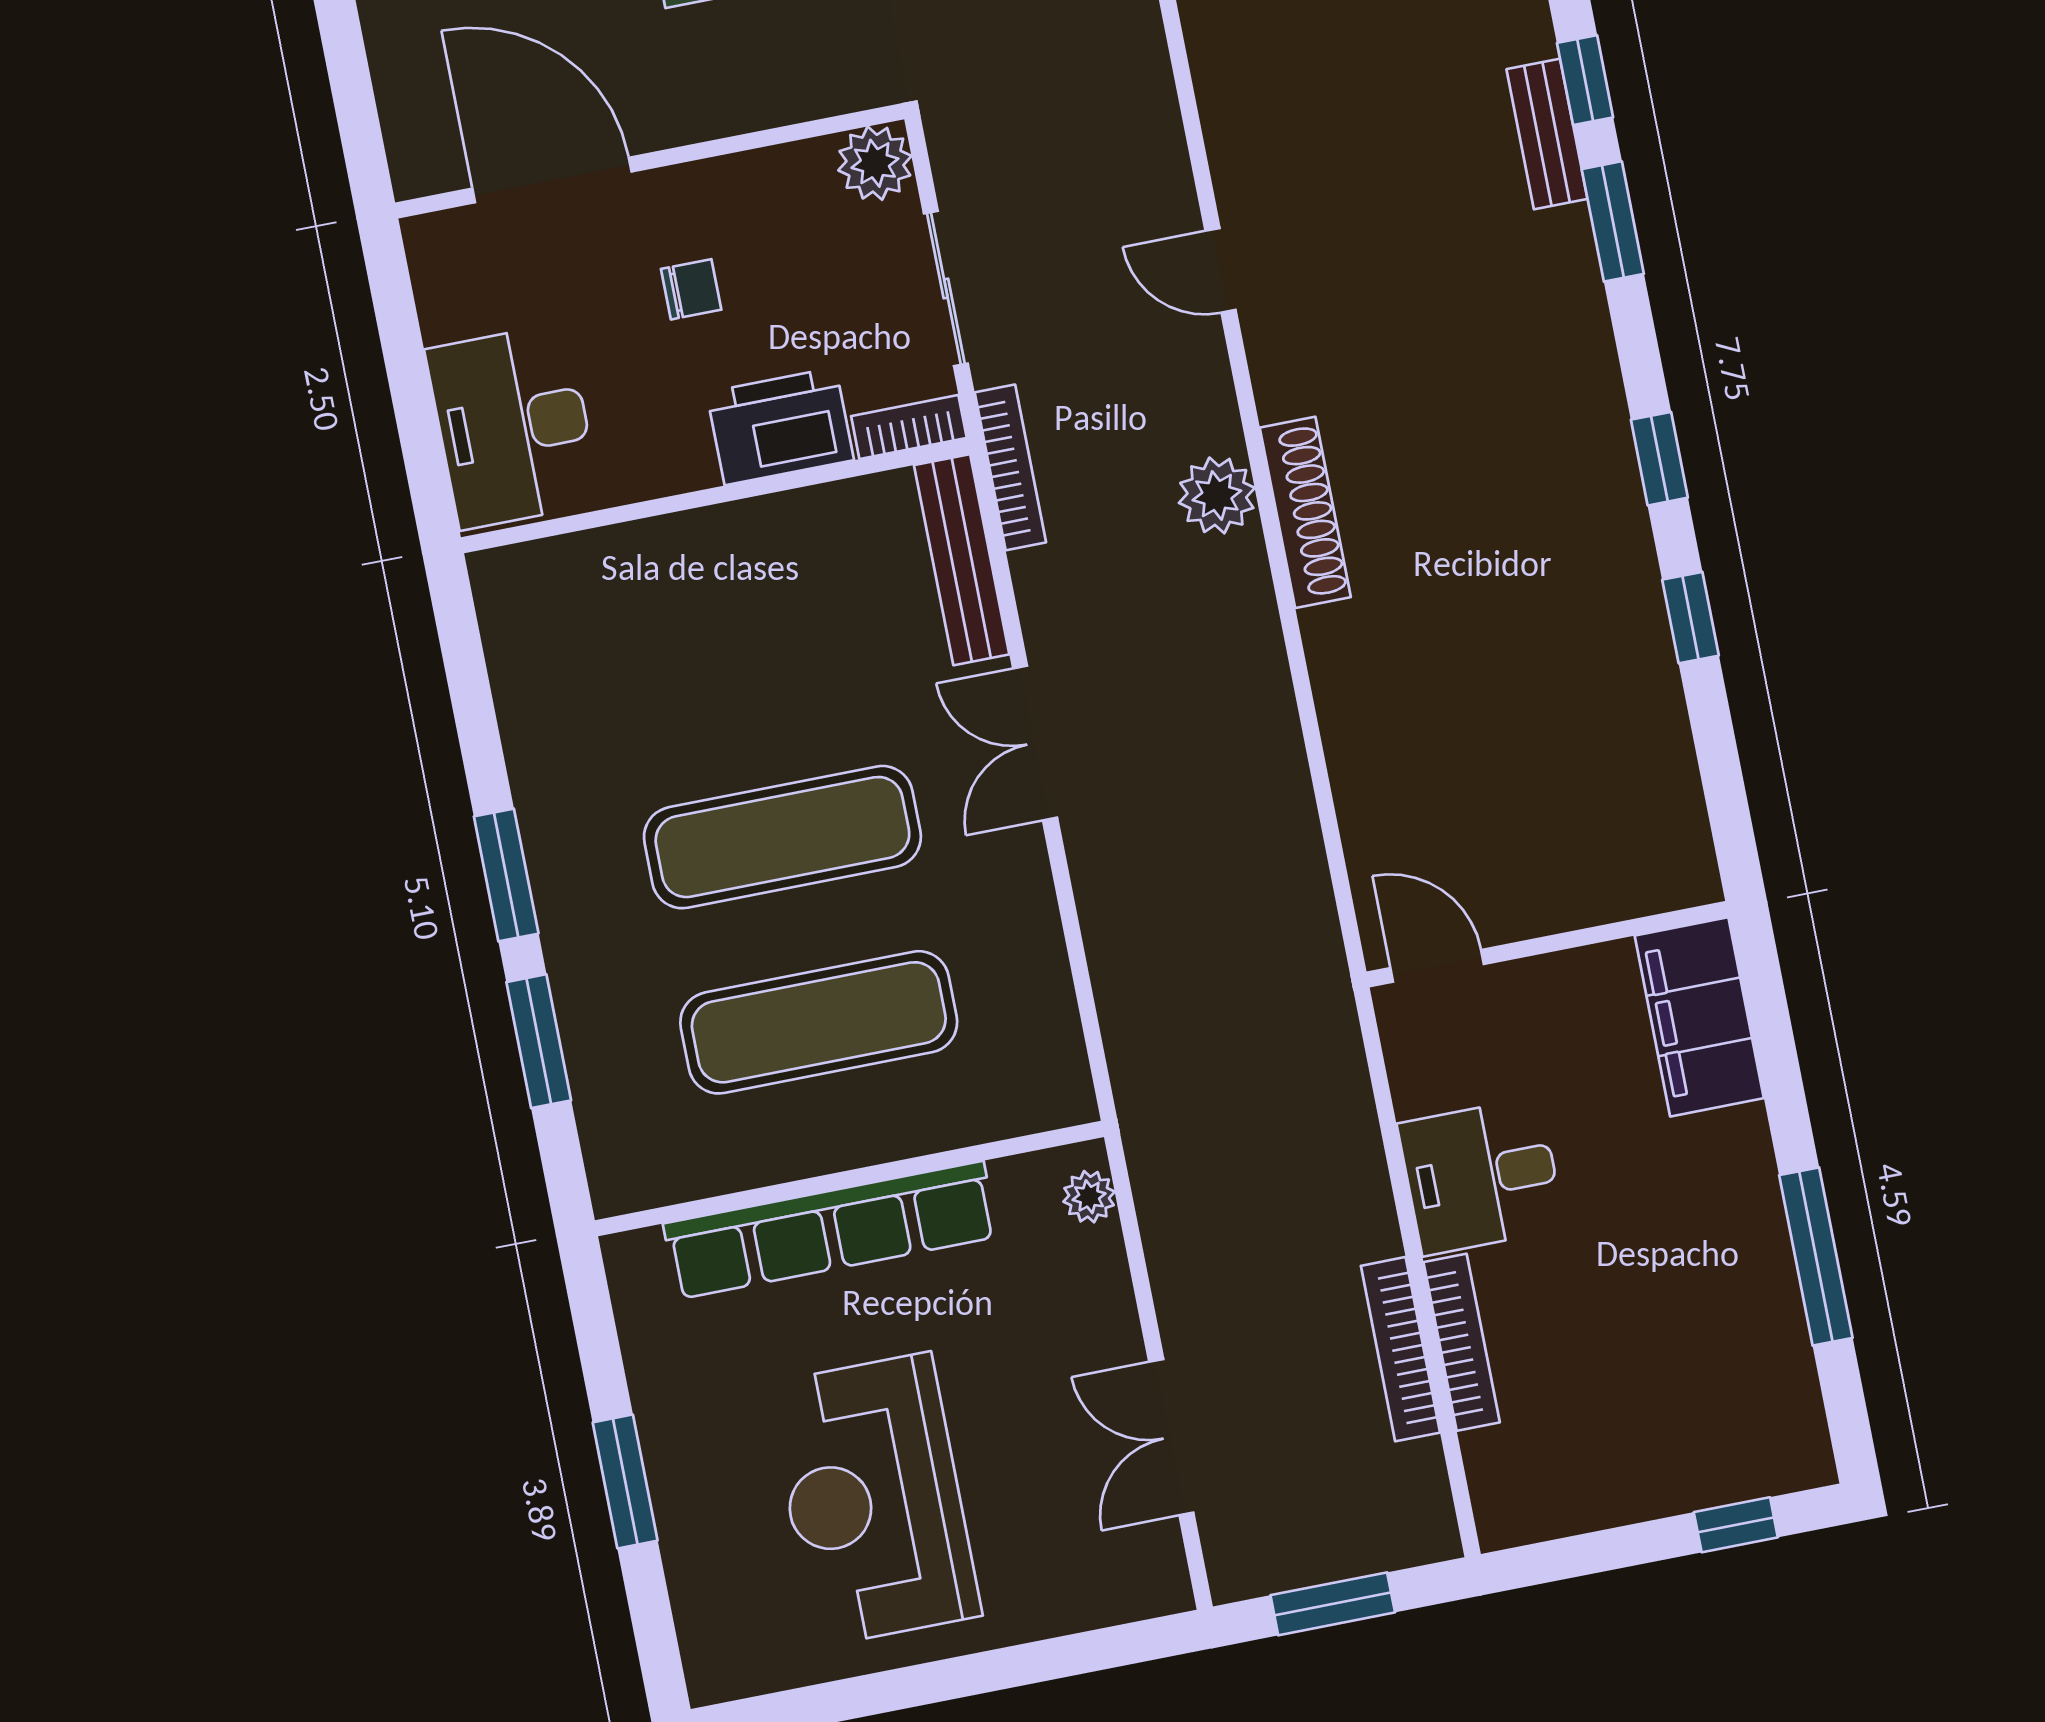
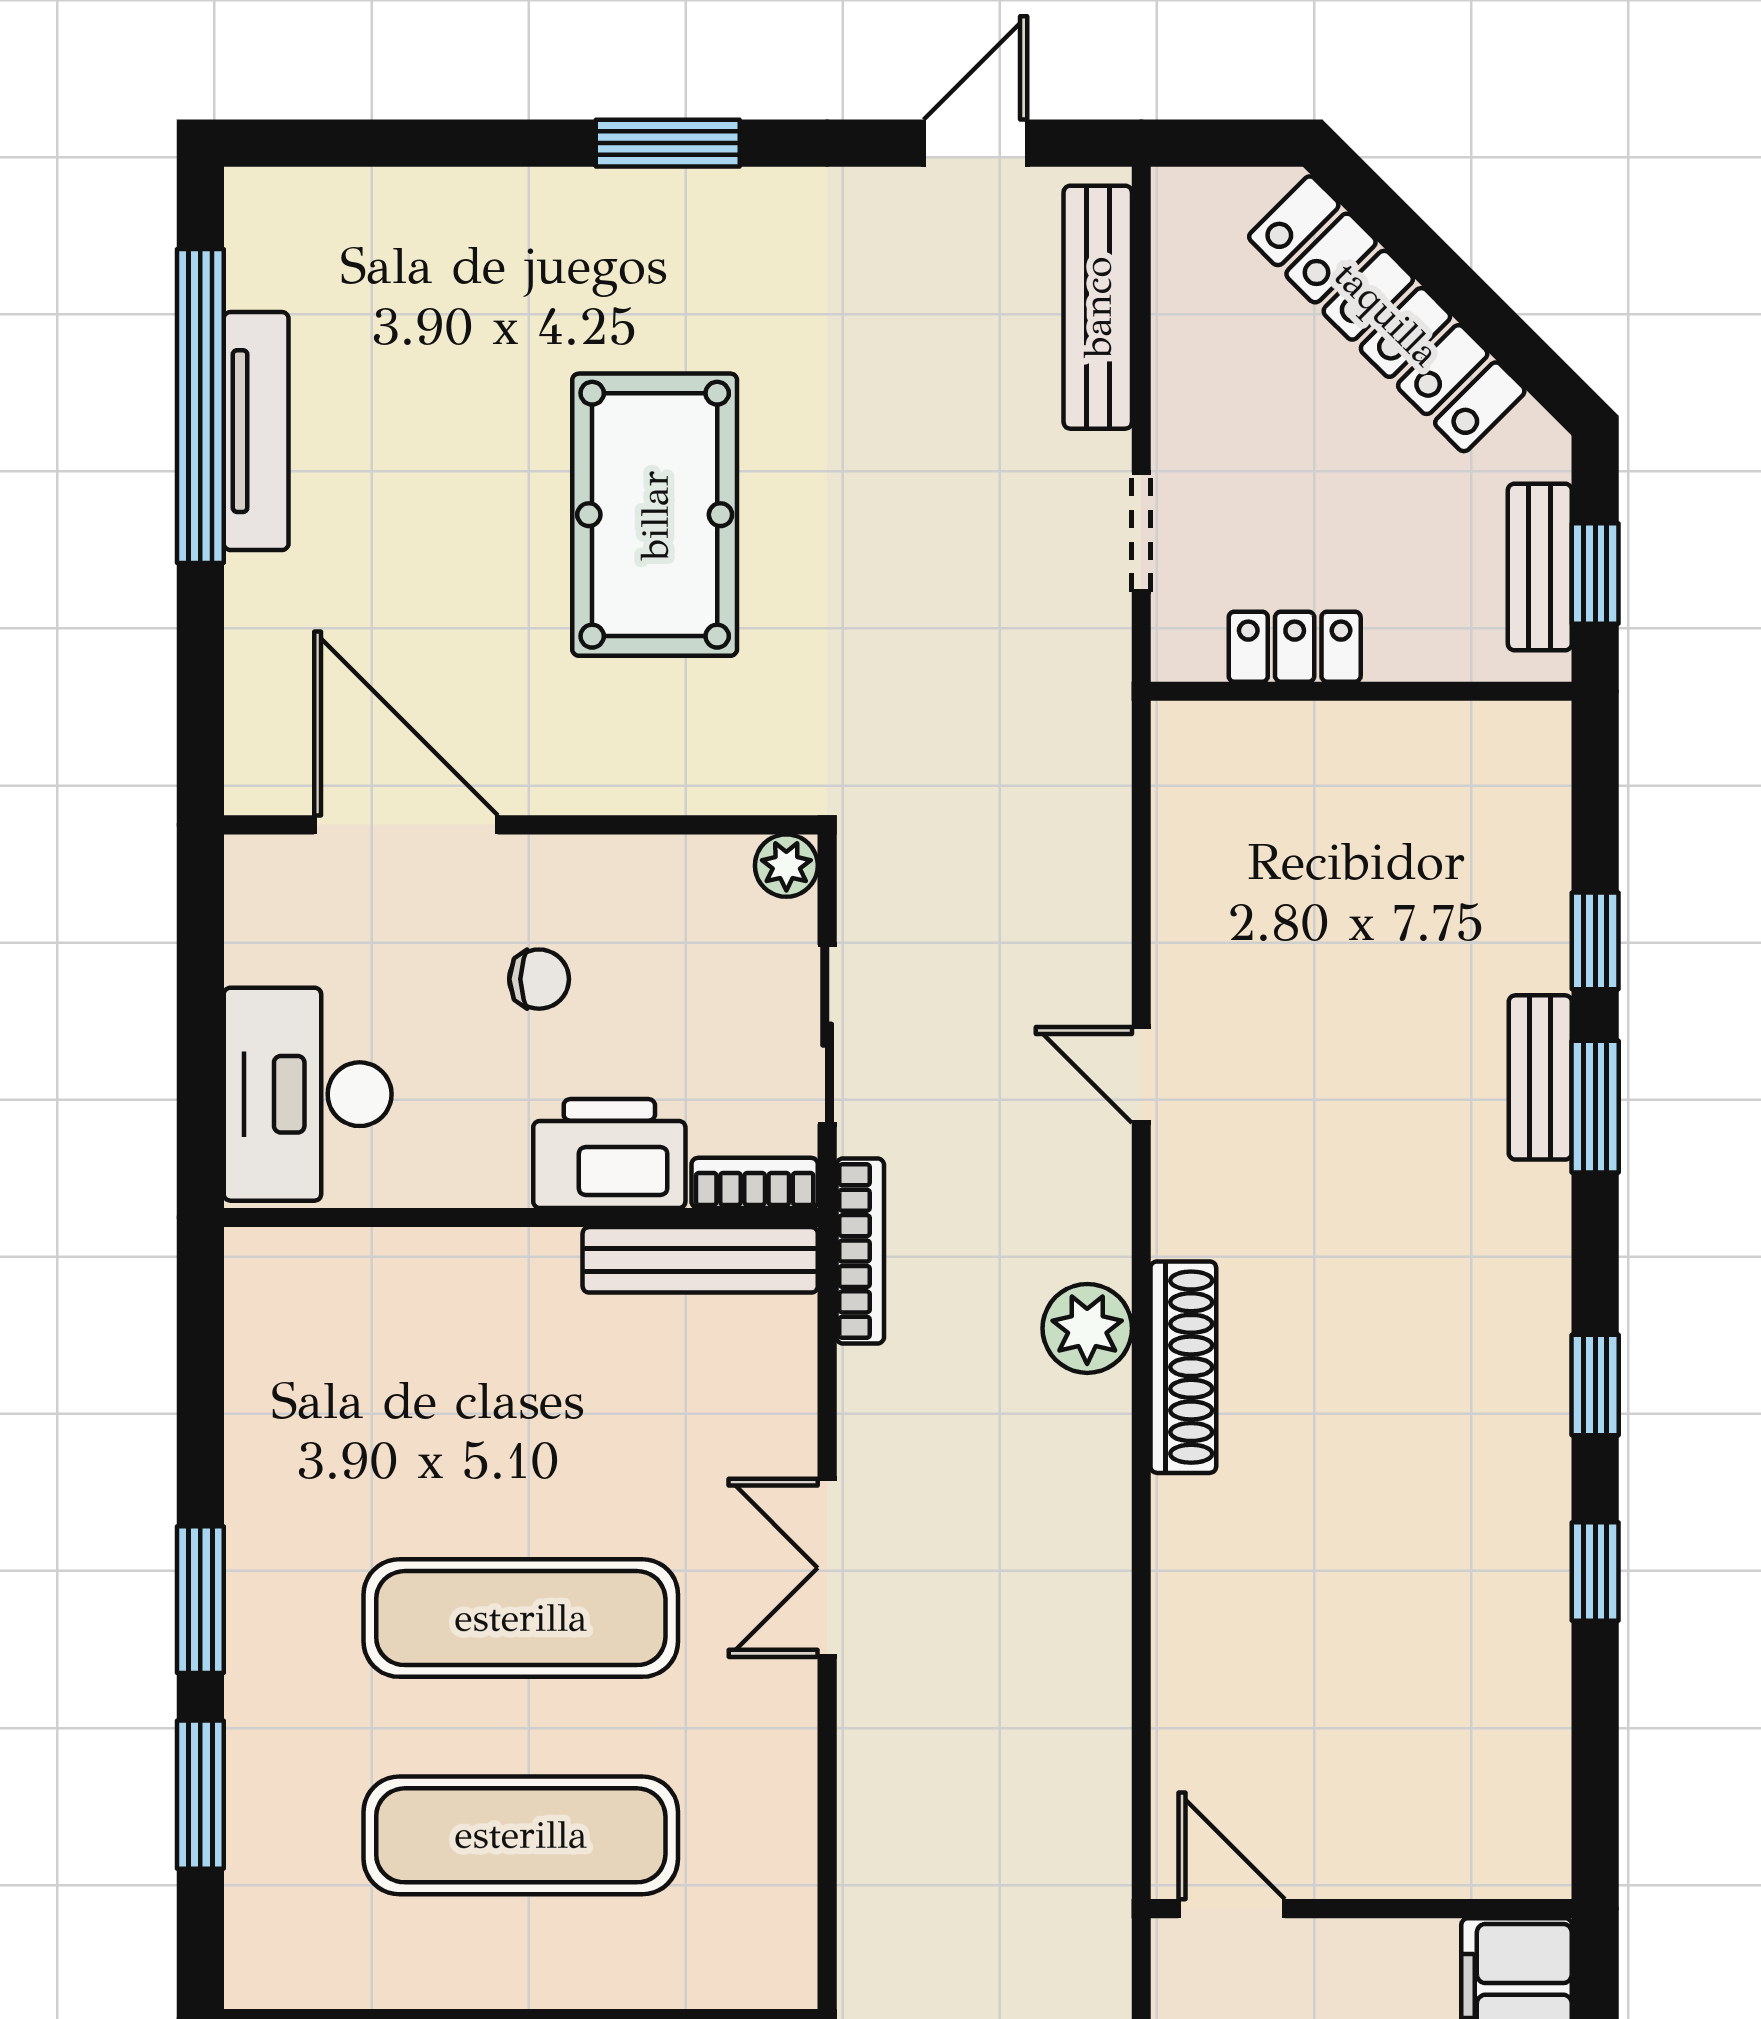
bench: (1547, 134) -> (1540, 1077), moved
plant: (875, 163) -> (786, 866), width x0.73, depth x0.73
bench: (962, 560) -> (700, 1260), moved, turned 90

